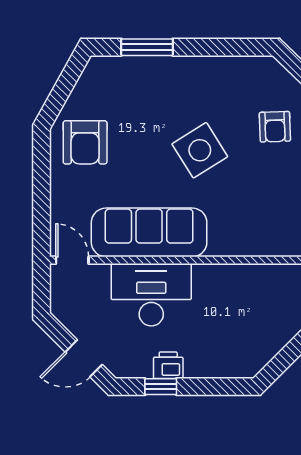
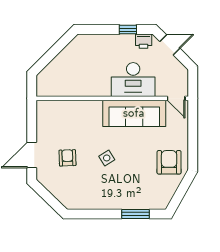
armchair: (275, 127) -> (67, 158), moved
side table: (200, 150) -> (107, 158), width x0.54, depth x0.54
printer: (168, 365) -> (144, 41), moved

